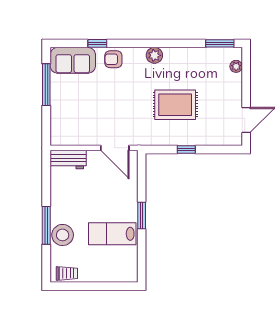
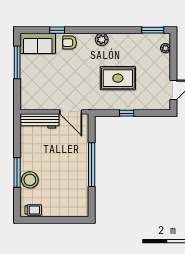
workbench: (68, 160) -> (39, 121), width x1.38
window: (142, 215) -> (92, 165), width x2.11
lab bench: (112, 234) -> (69, 179), removed

